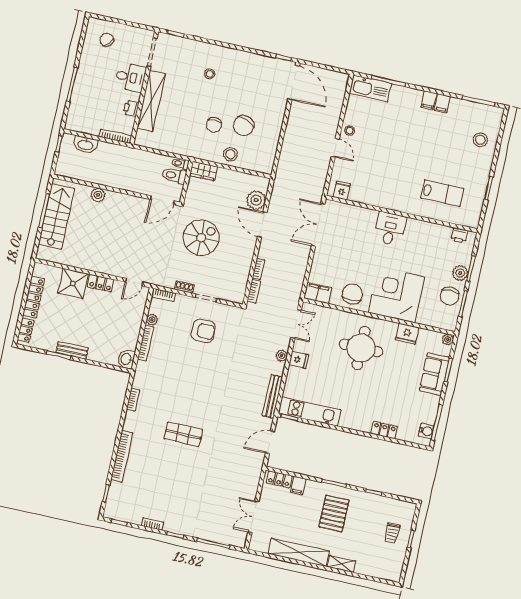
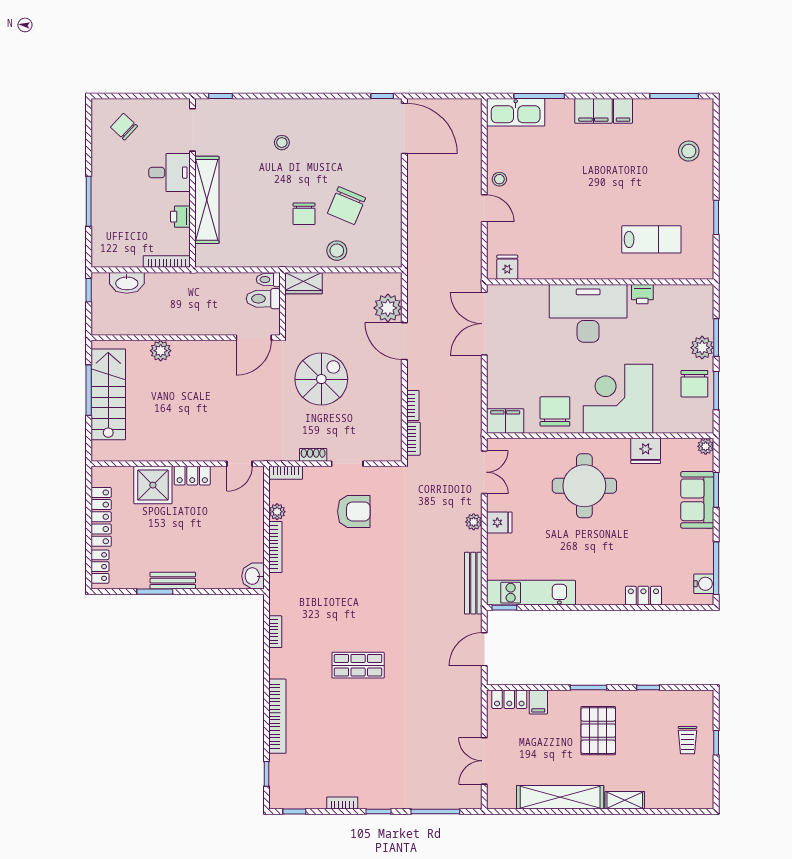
filing cabinet: (429, 100) -> (593, 111), width x2.00
desk: (390, 229) -> (588, 313), width x1.87, depth x1.30
printer: (459, 235) -> (642, 294), moved

